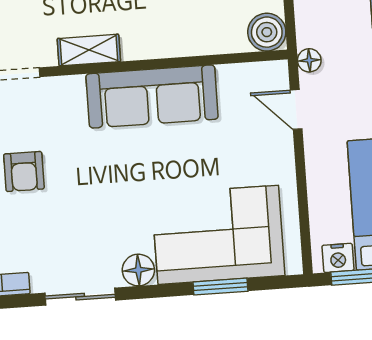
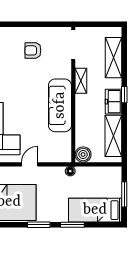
door: (296, 109) -> (30, 164), moved

